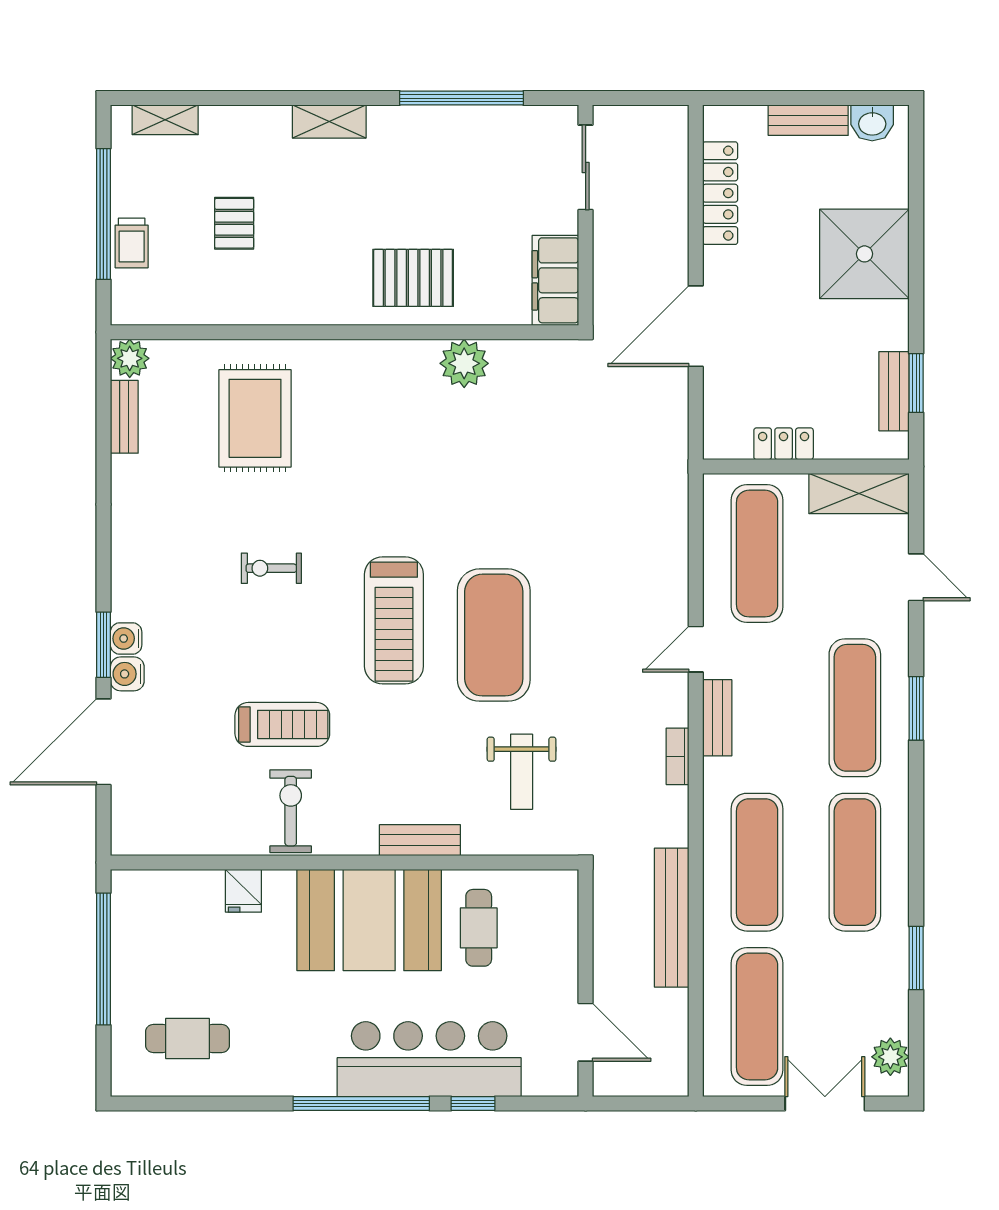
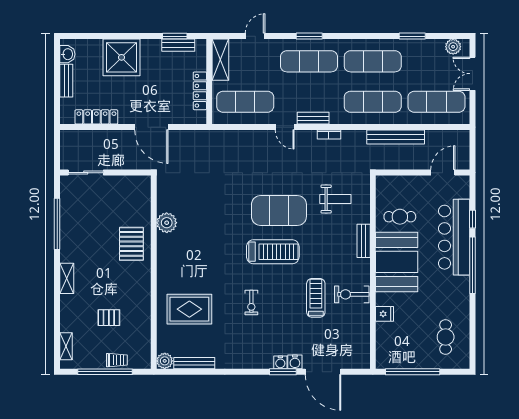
filing cabinet: (555, 280) -> (132, 185), removed
bench: (124, 417) -> (194, 363), width x1.36
locker: (784, 444) -> (200, 91), width x1.53

